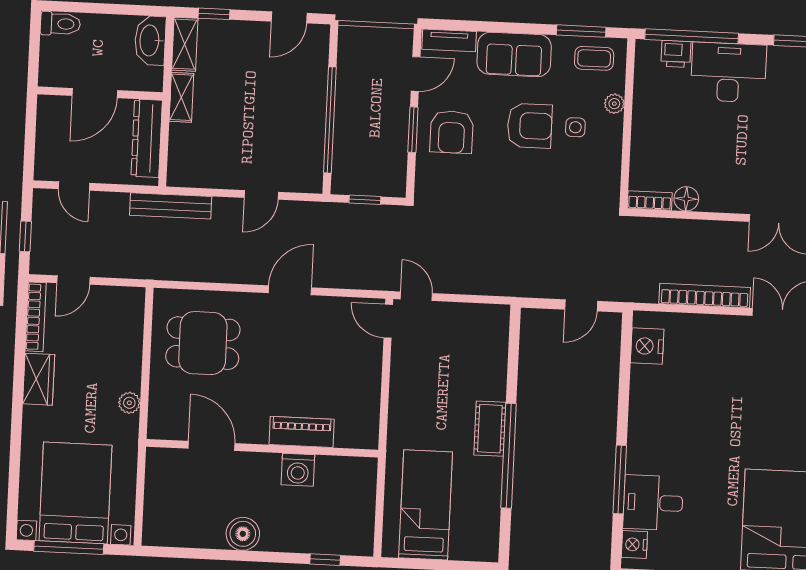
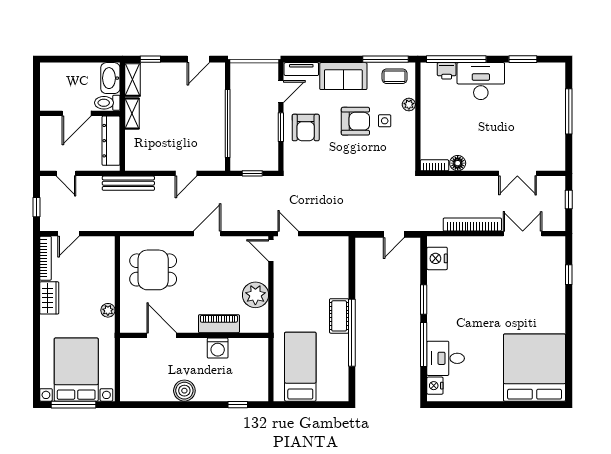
toilet: (60, 24) -> (107, 103), moved, turned 180
window: (581, 31) -> (385, 59), width x1.44
plant: (361, 390) -> (255, 295), added
window: (623, 409) -> (424, 300), added

